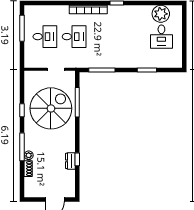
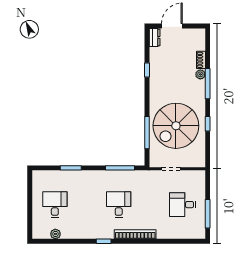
plant: (161, 14) -> (55, 234), width x0.53, depth x0.53
desk: (74, 37) -> (119, 205), moved, turned 90
dresser: (70, 161) -> (155, 37), moved

